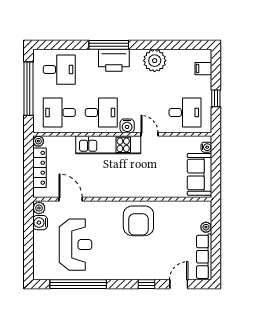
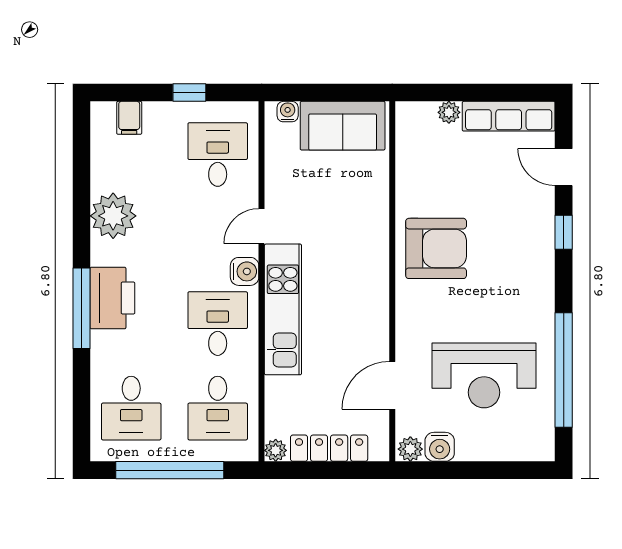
desk: (59, 70) -> (131, 408), turned 180
reception desk: (76, 245) -> (484, 375), turned 180

